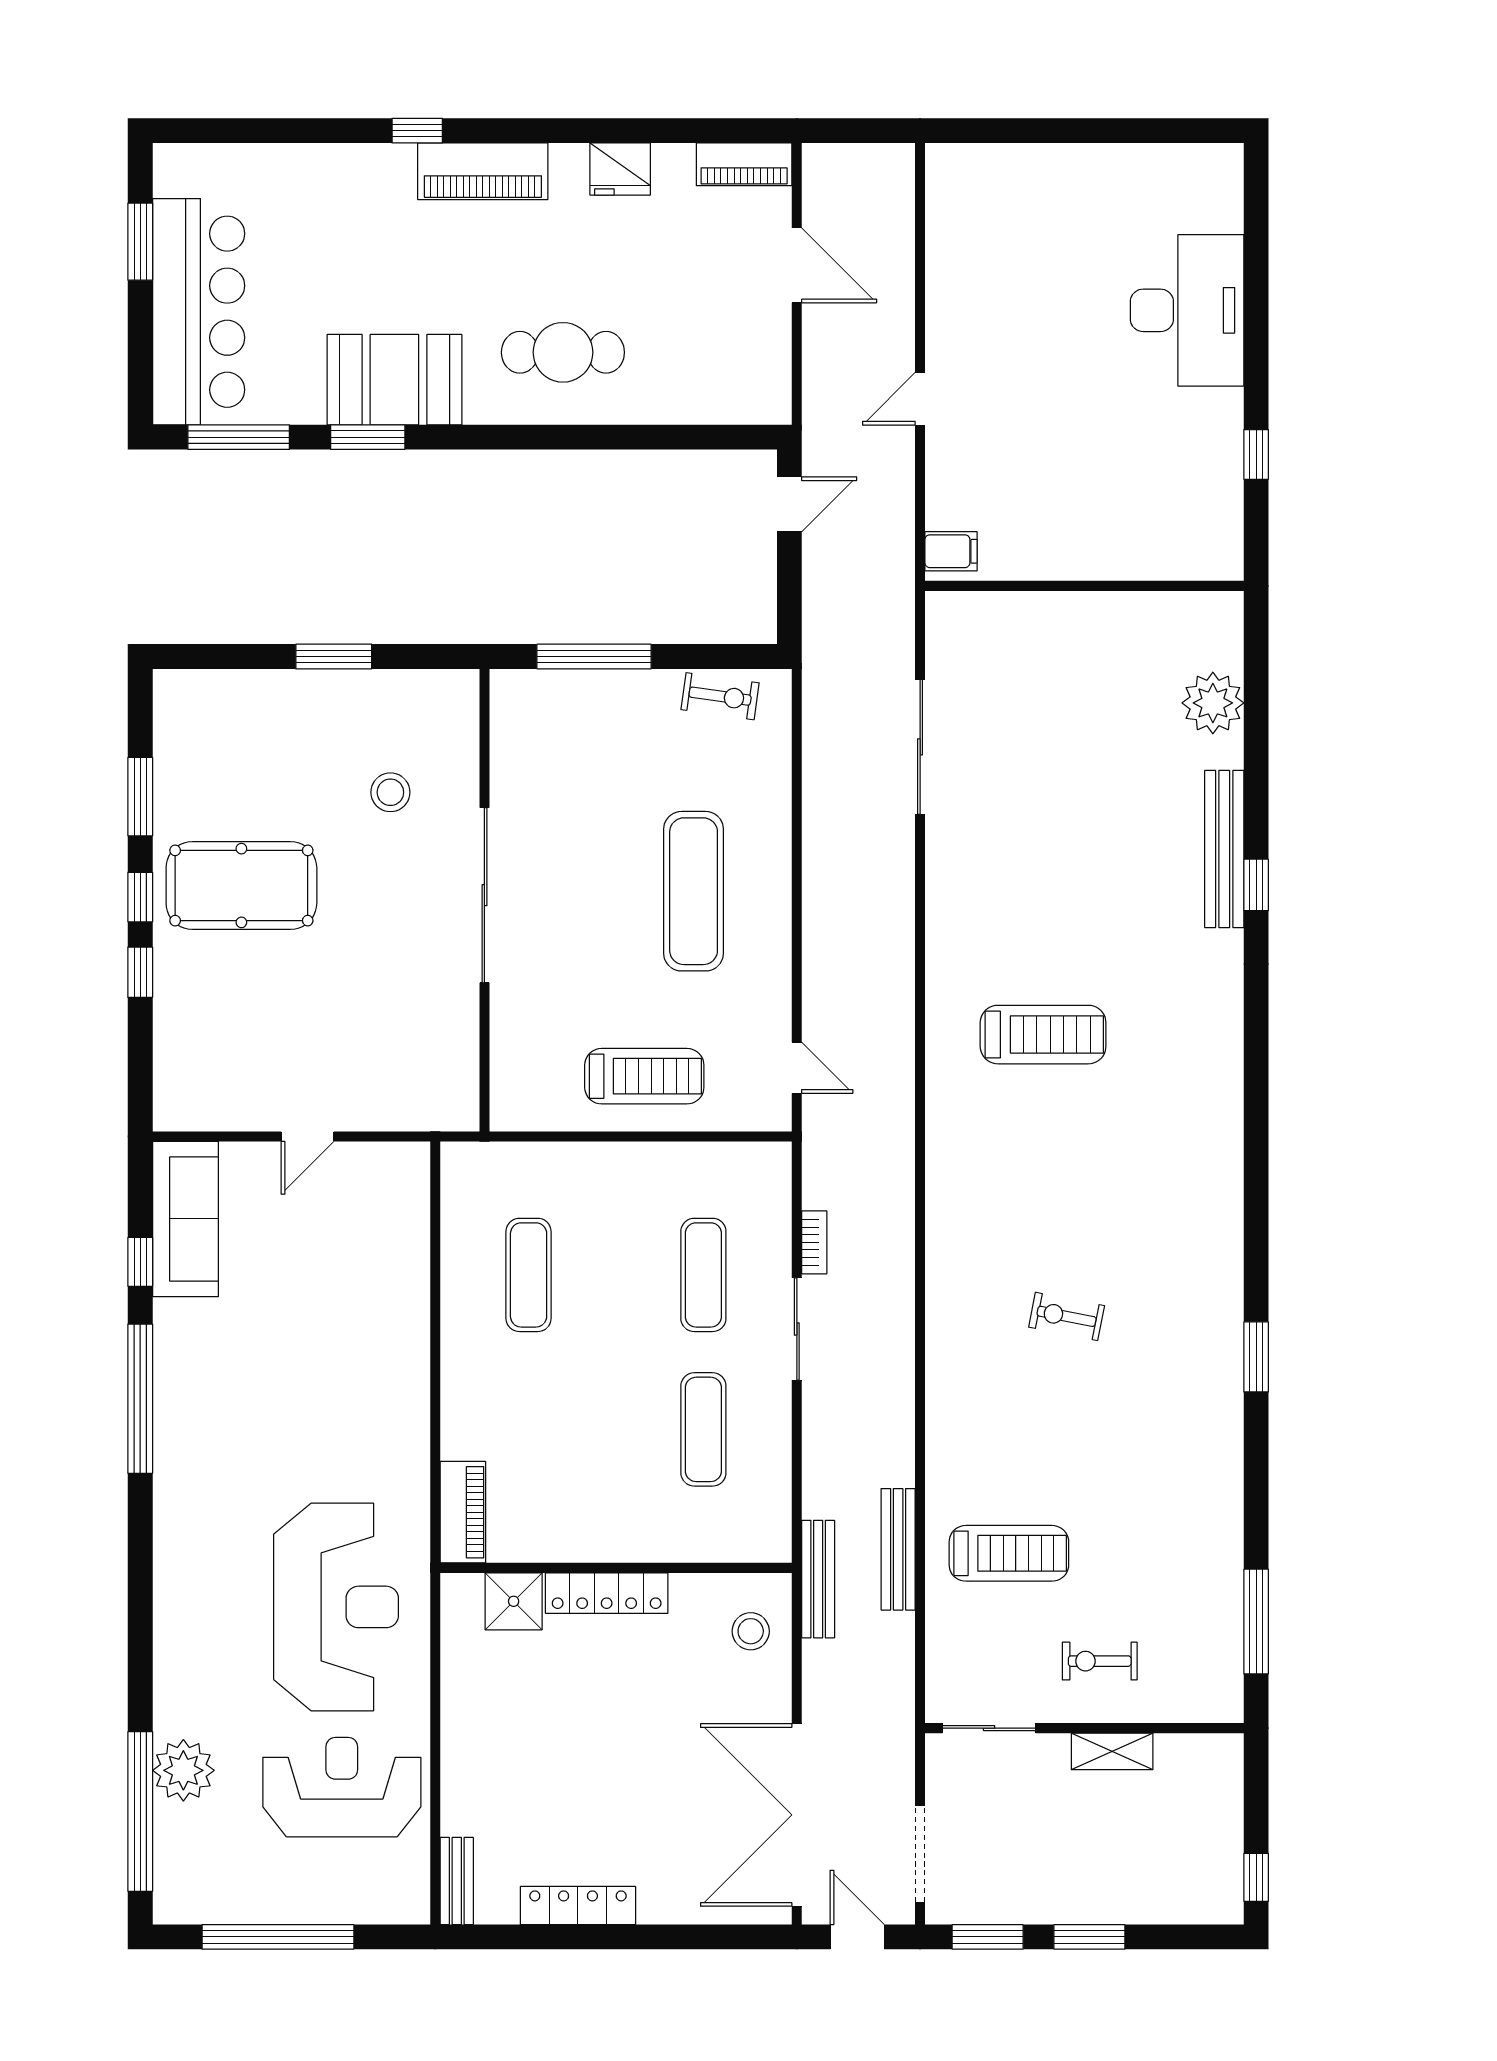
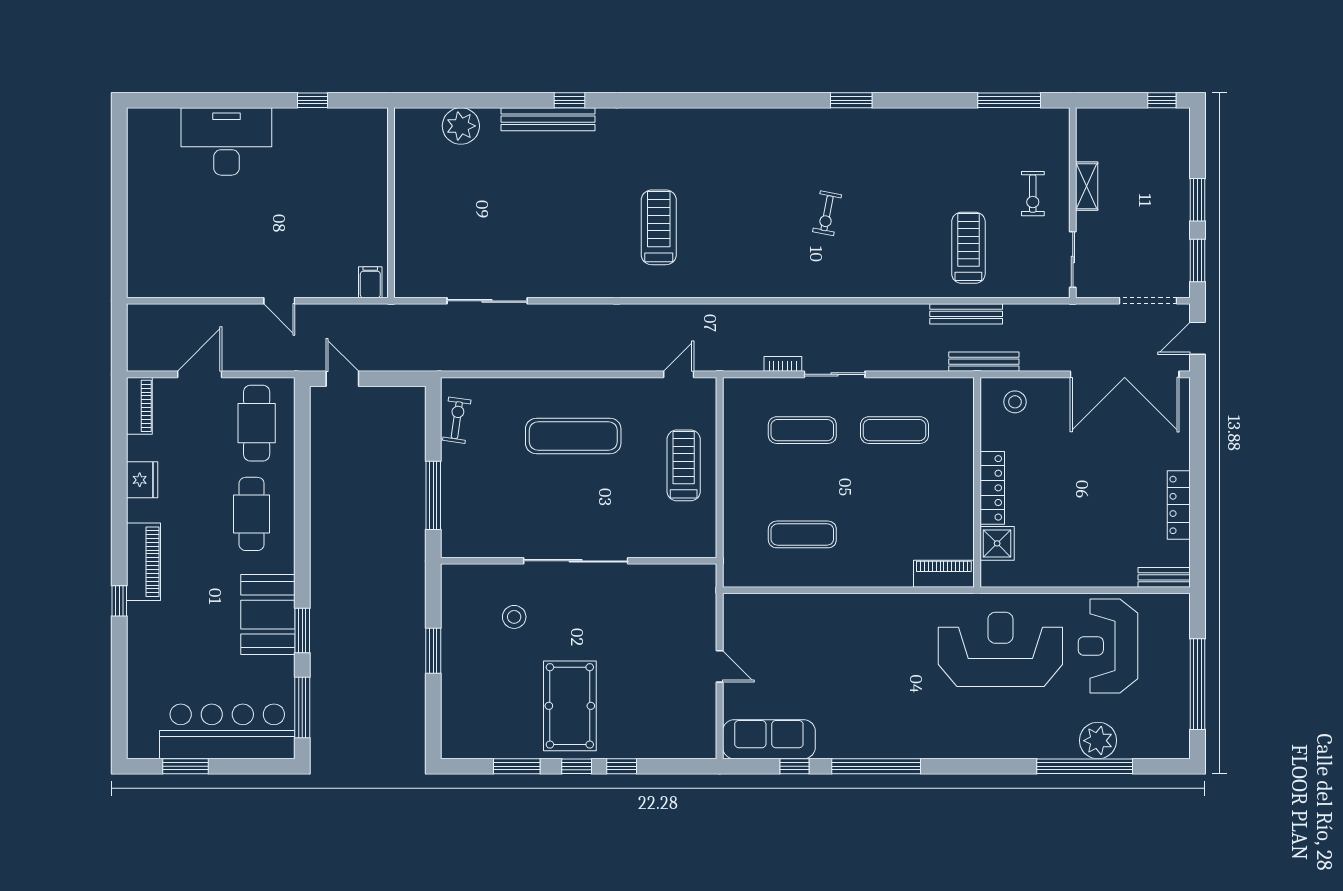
cafe table: (715, 361) -> (257, 423), added
window: (140, 1811) -> (1085, 766), moved

